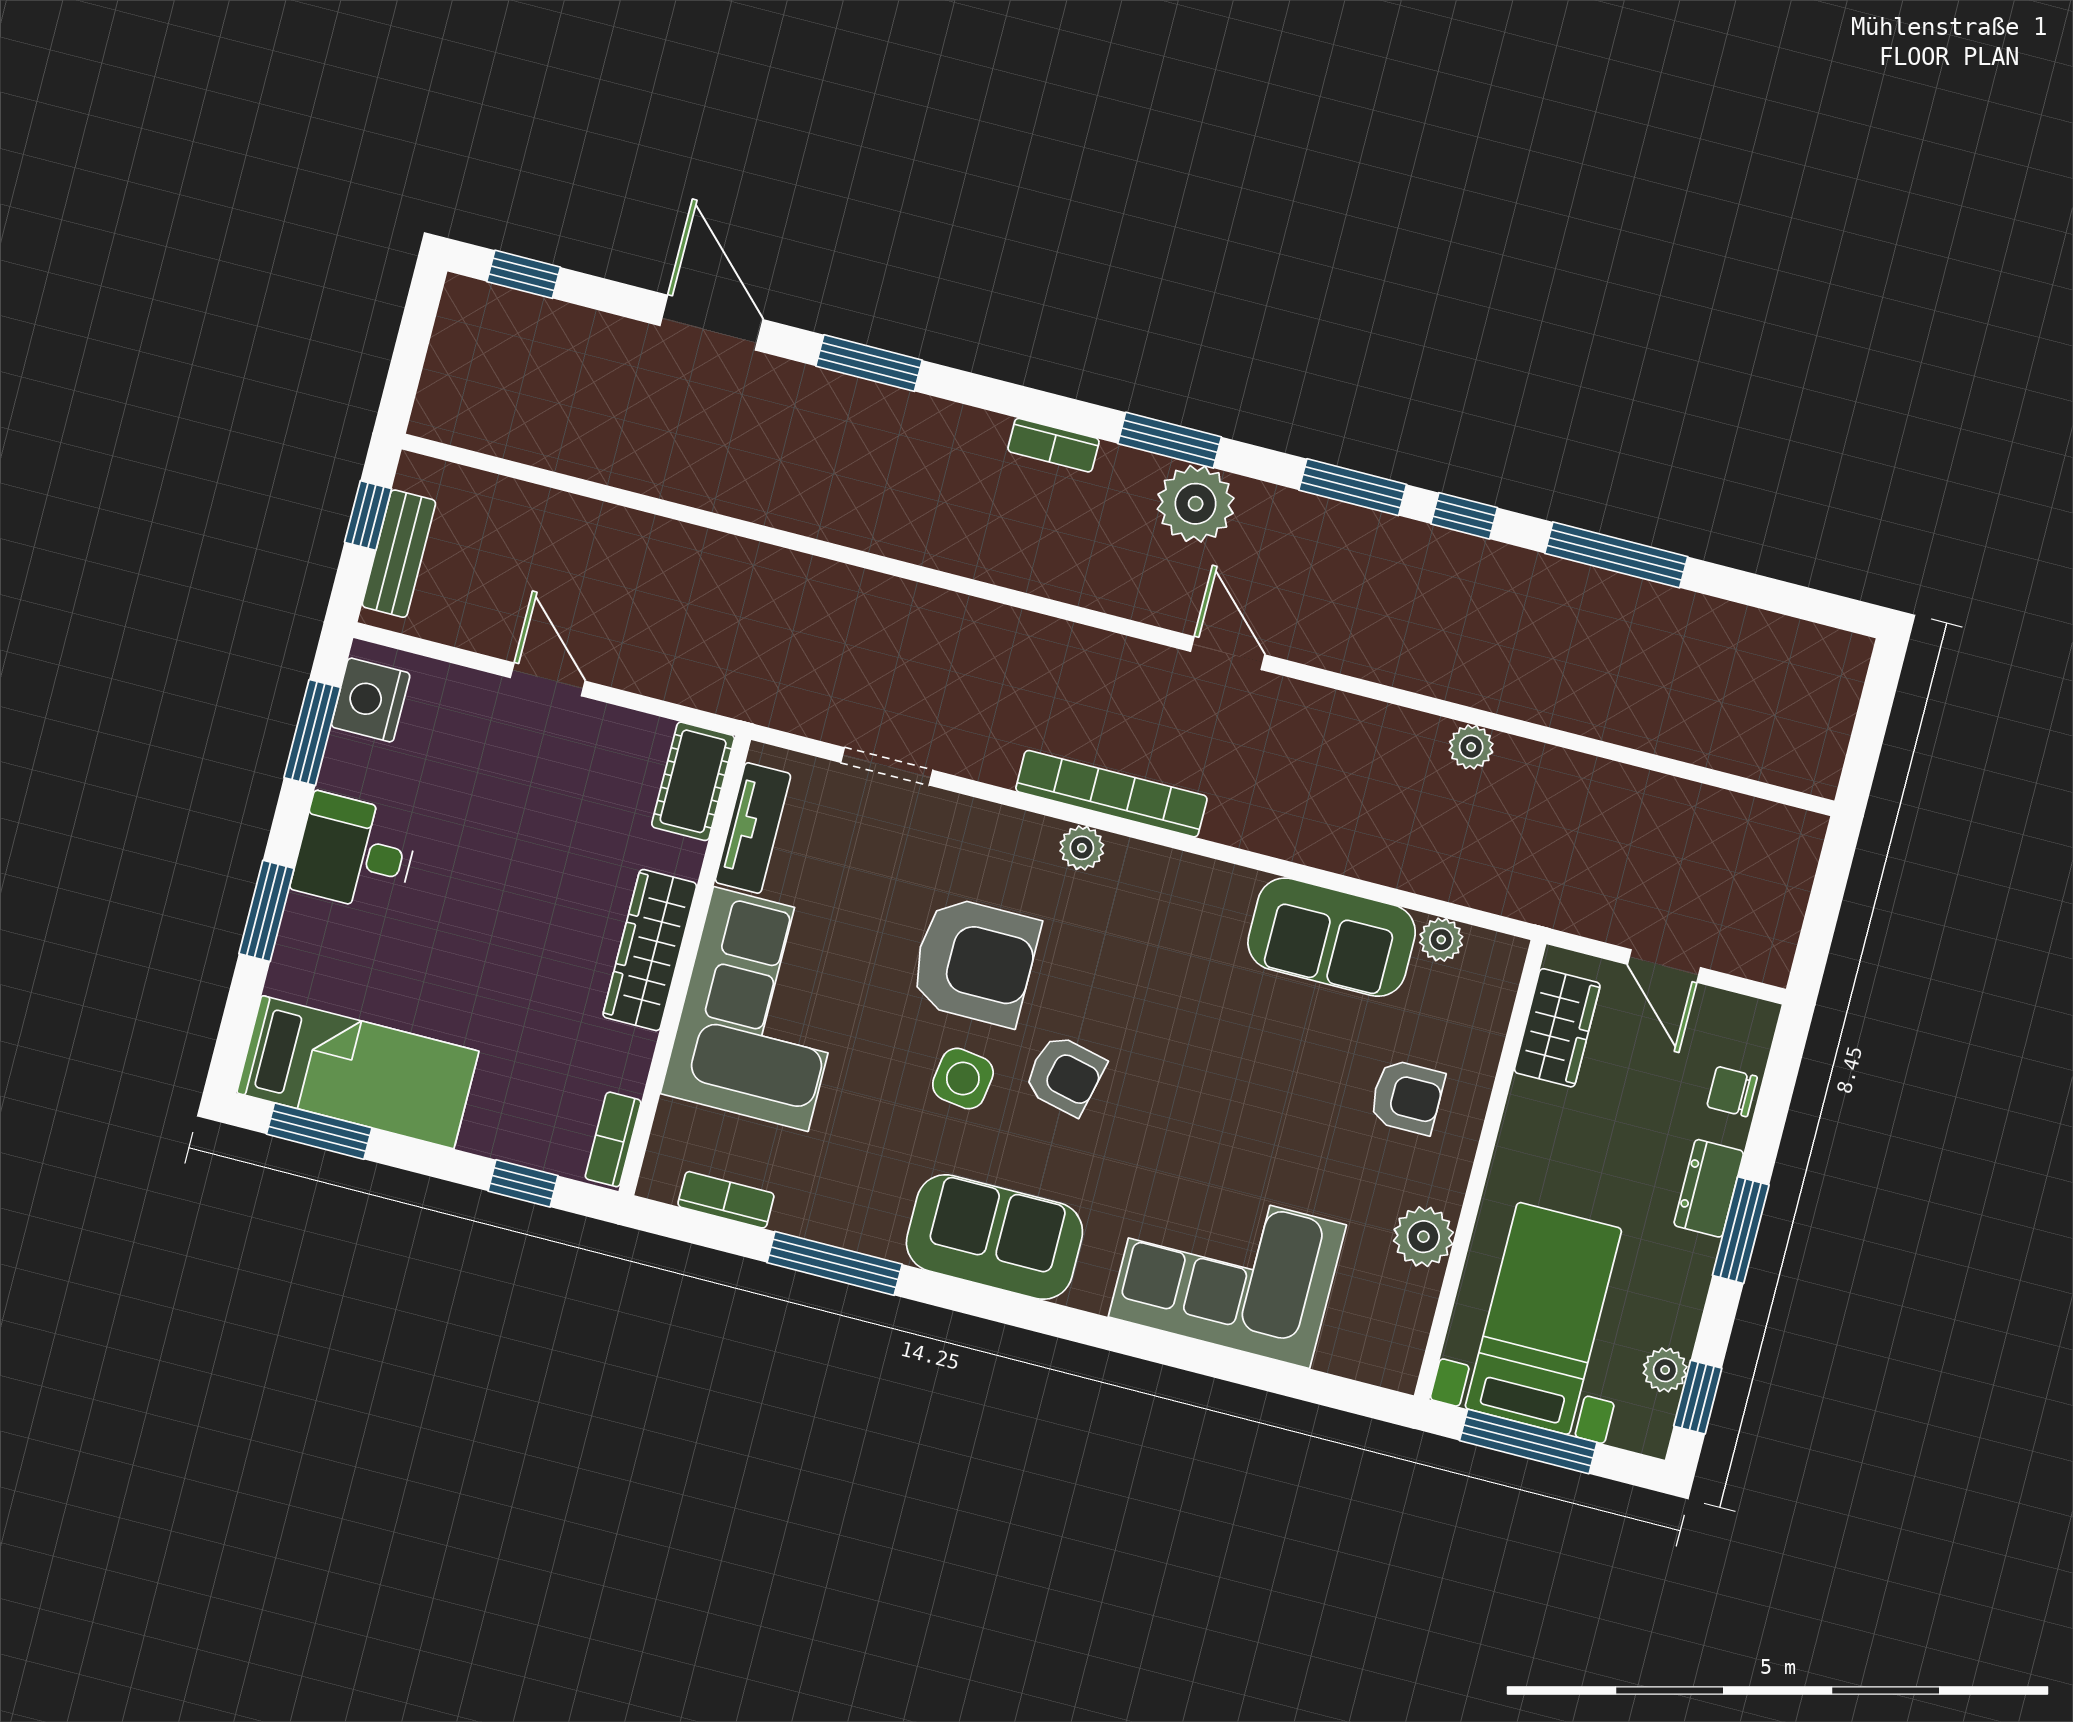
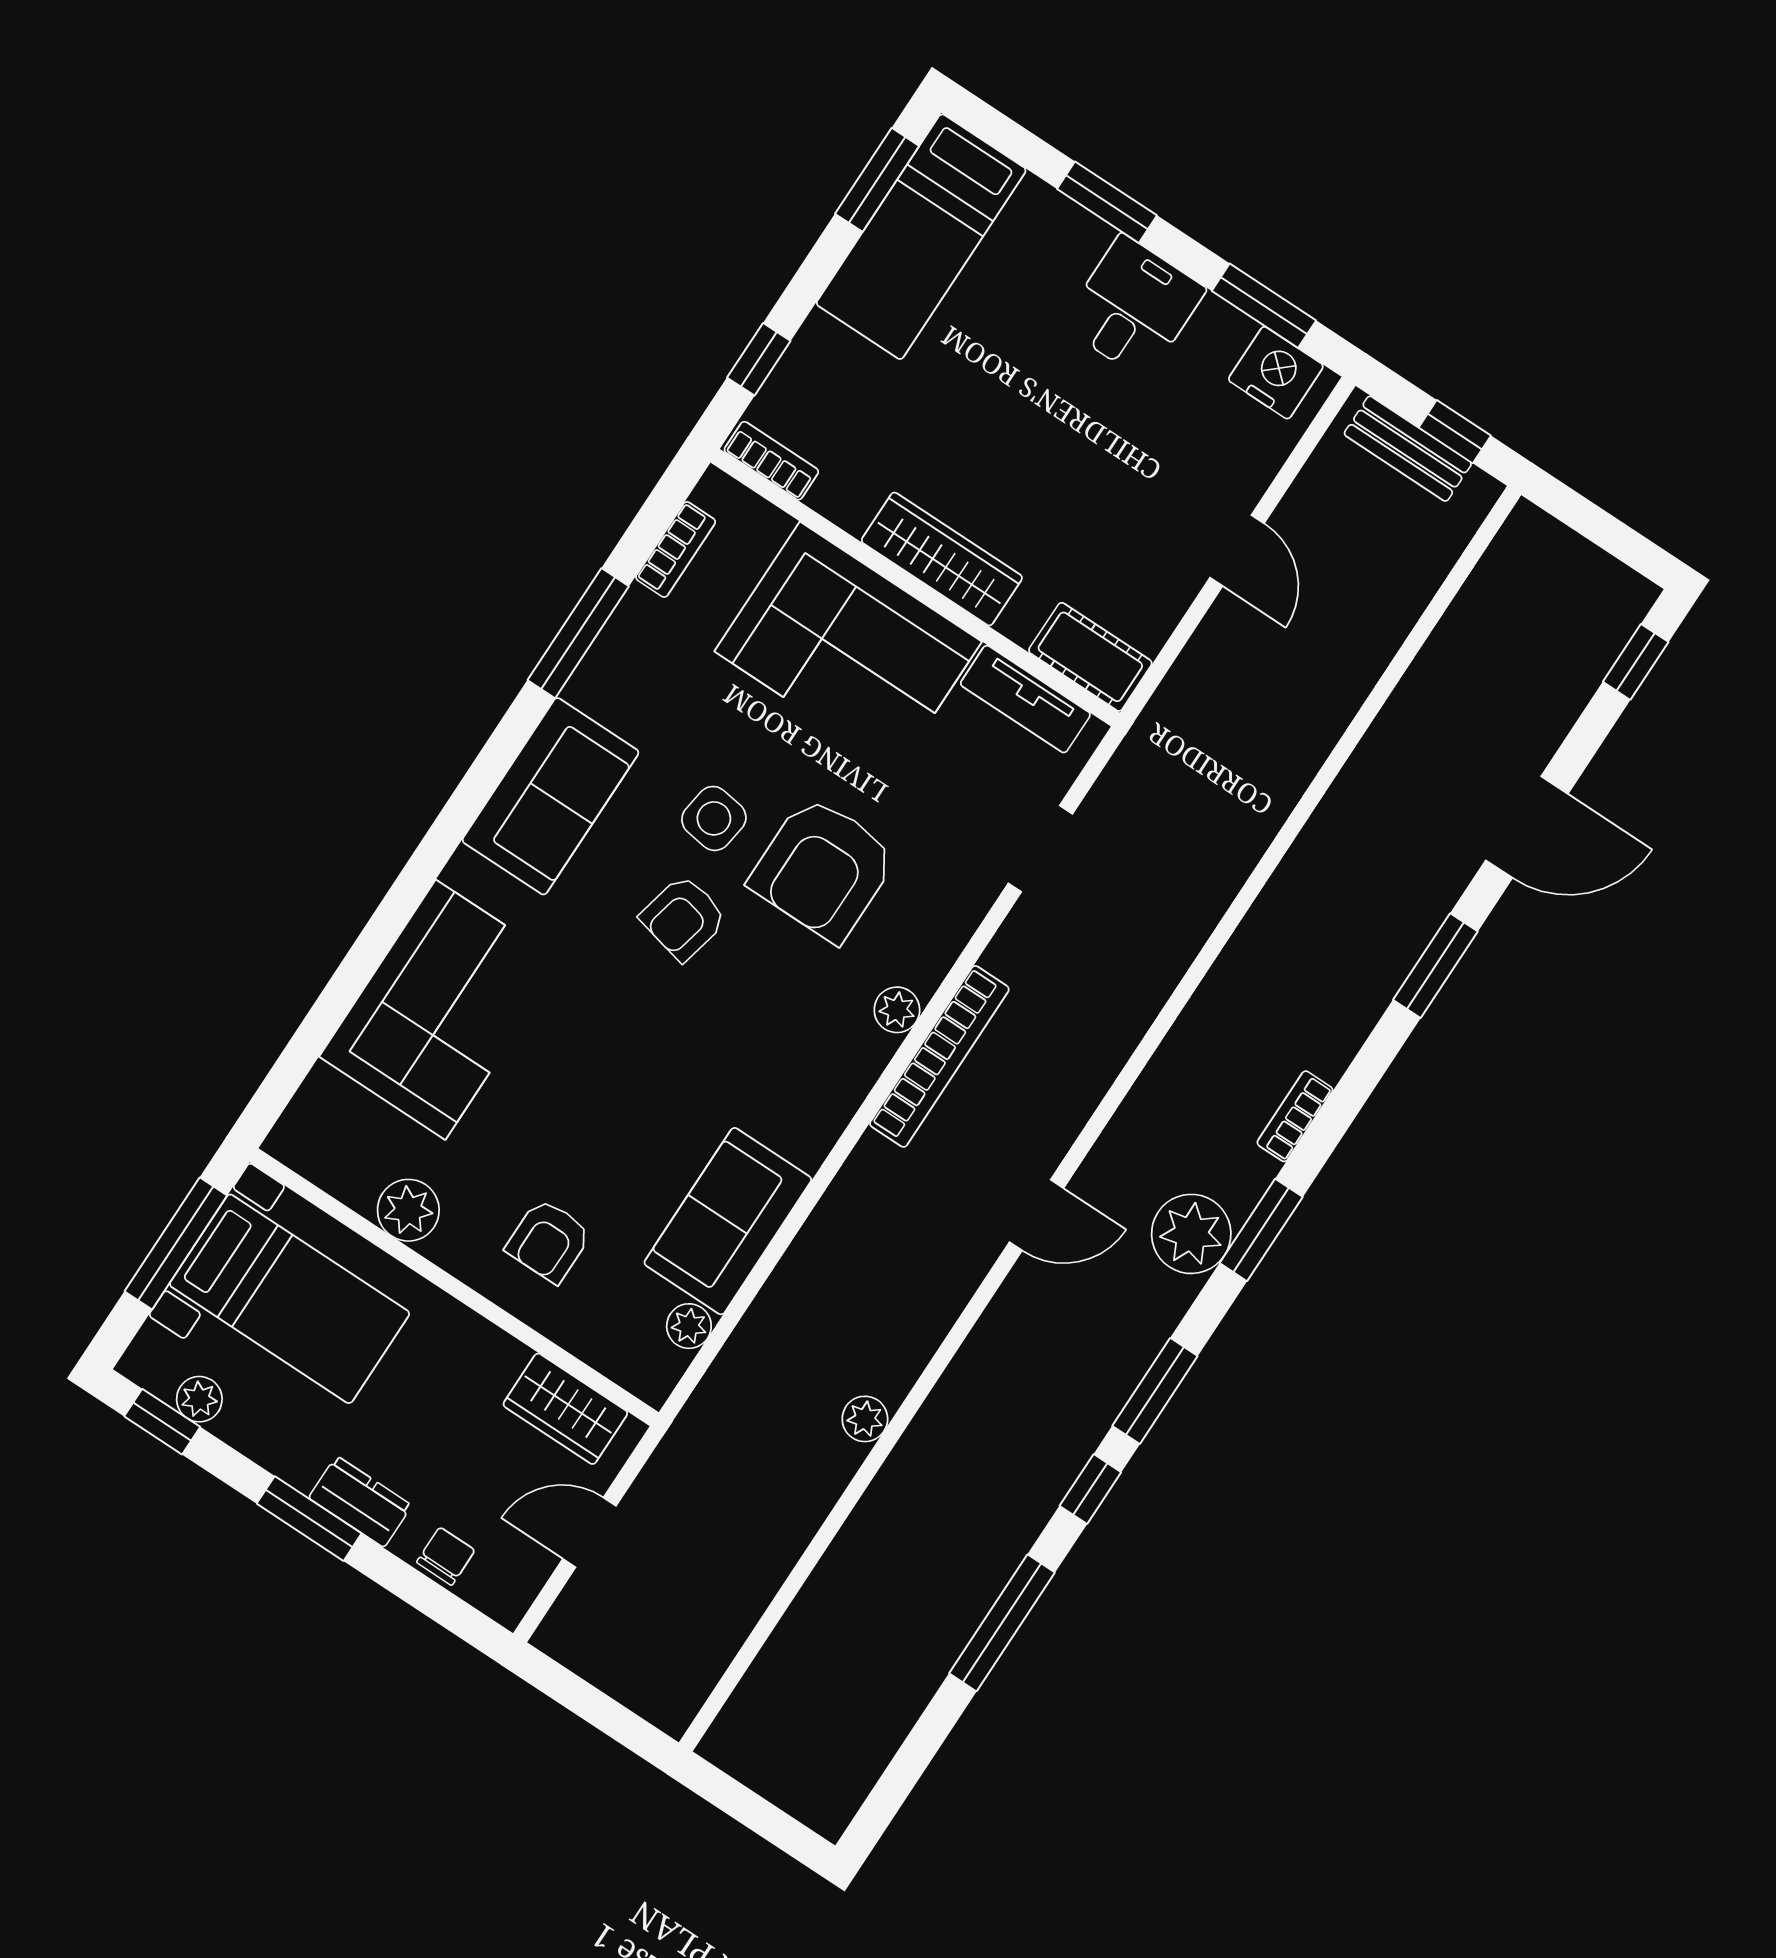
door: (548, 679) -> (1237, 550), hinge flipped

